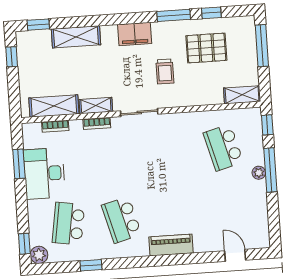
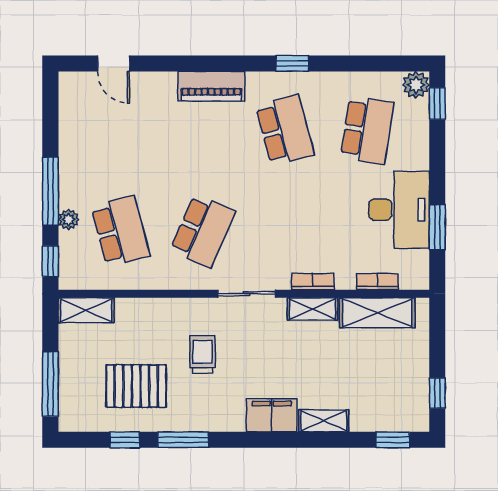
filing cabinet: (135, 34) -> (272, 415), moved
shelving: (76, 37) -> (324, 421), width x0.67, depth x0.75
school desk: (170, 151) -> (203, 231), added
plant: (259, 173) -> (69, 219), moved
window: (91, 265) -> (292, 63), moved

